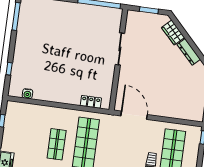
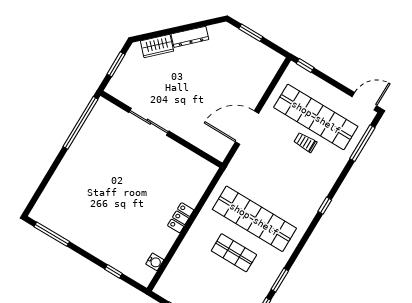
locker: (91, 102) -> (181, 218), moved
door: (134, 115) -> (247, 128), moved

